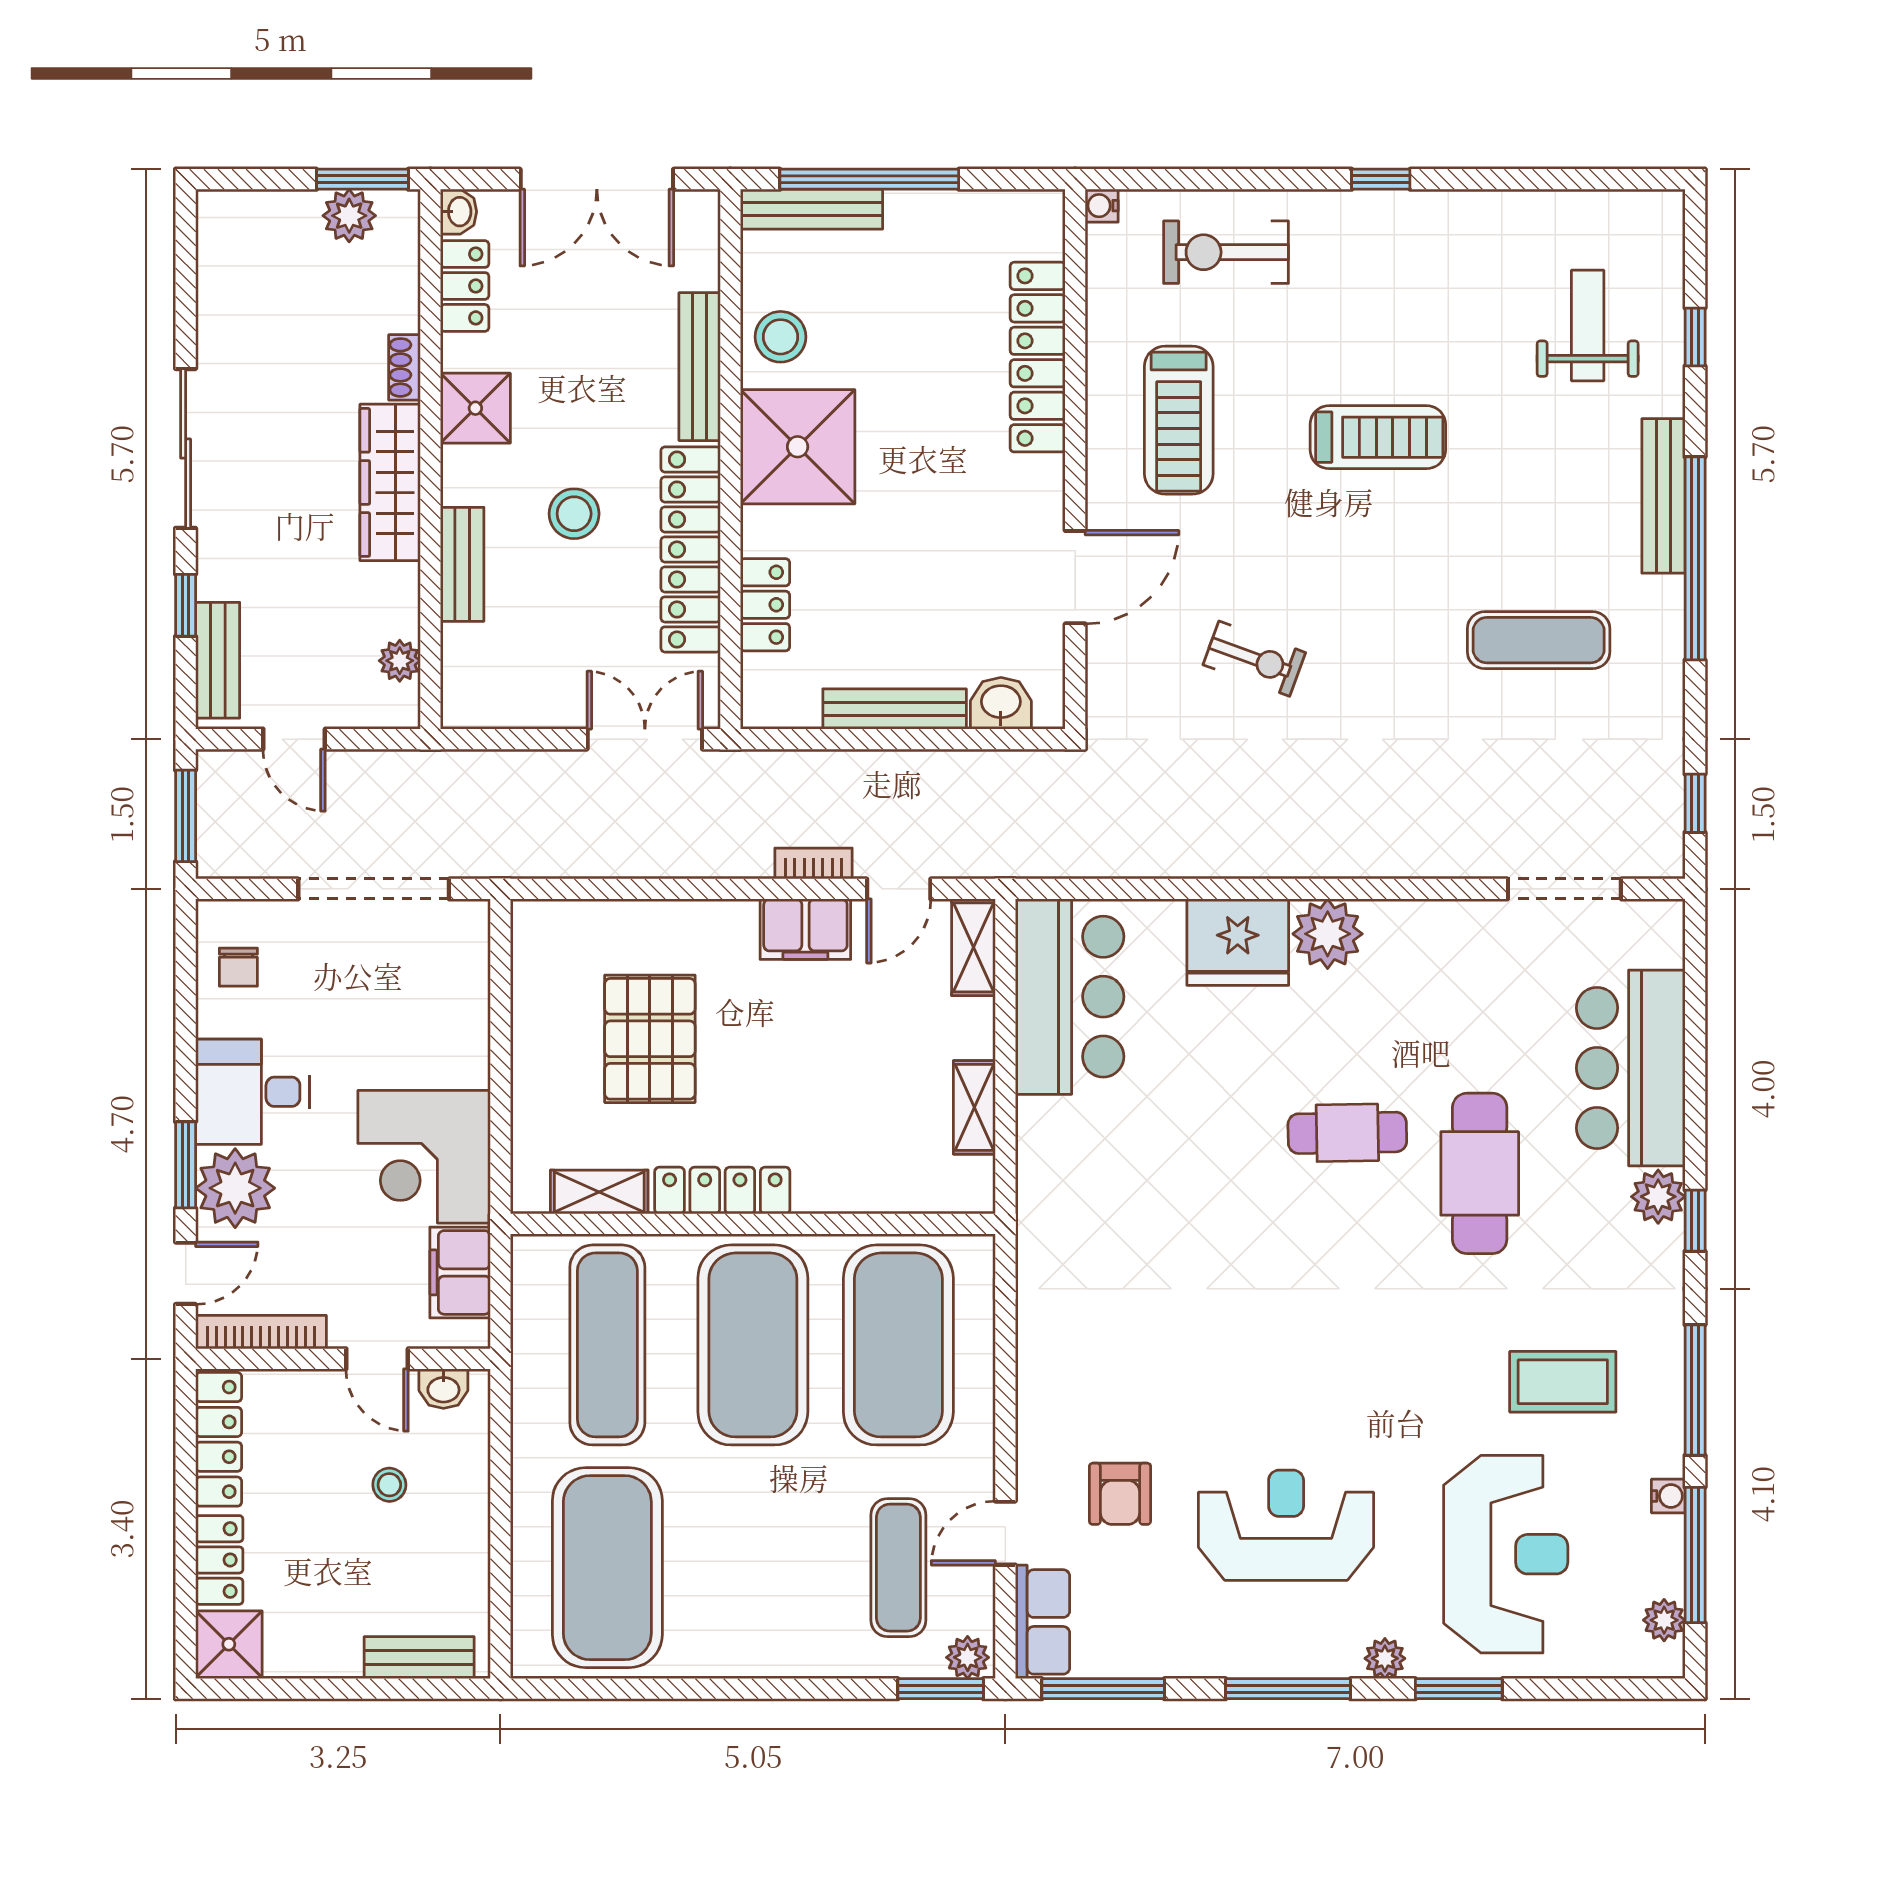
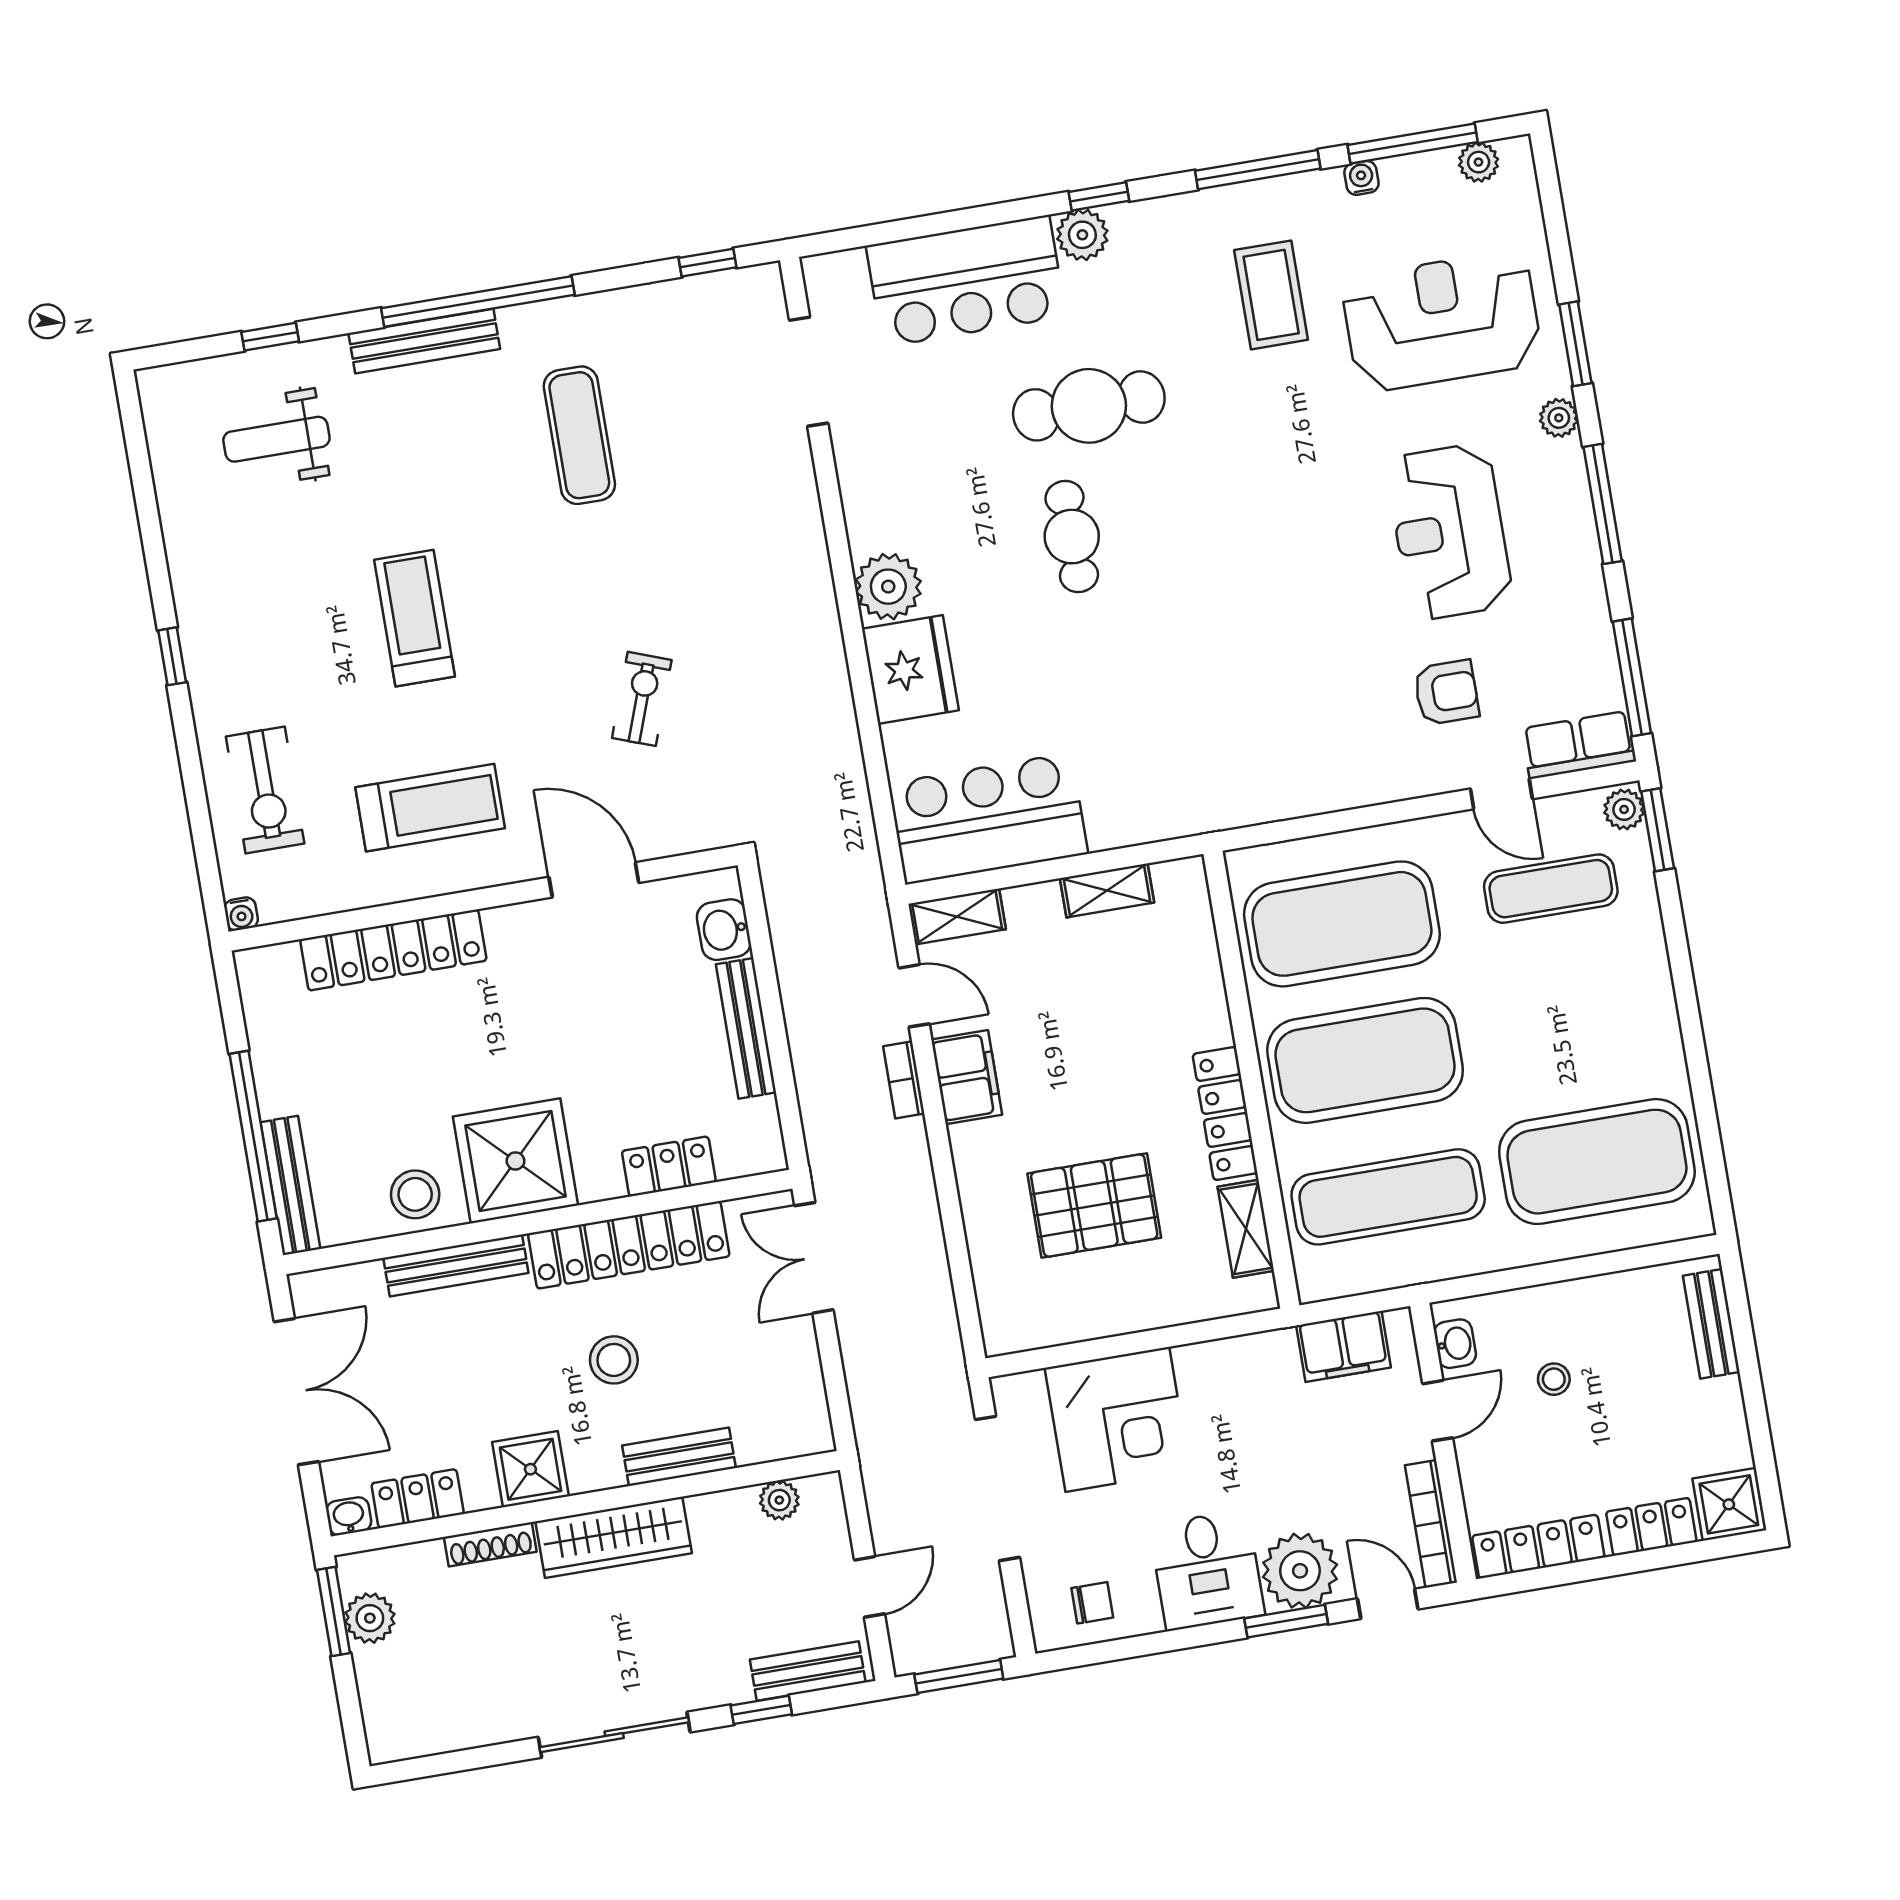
shoe rack: (405, 367) -> (490, 1544), width x1.43
corner desk: (424, 1157) -> (1117, 1419), moved

